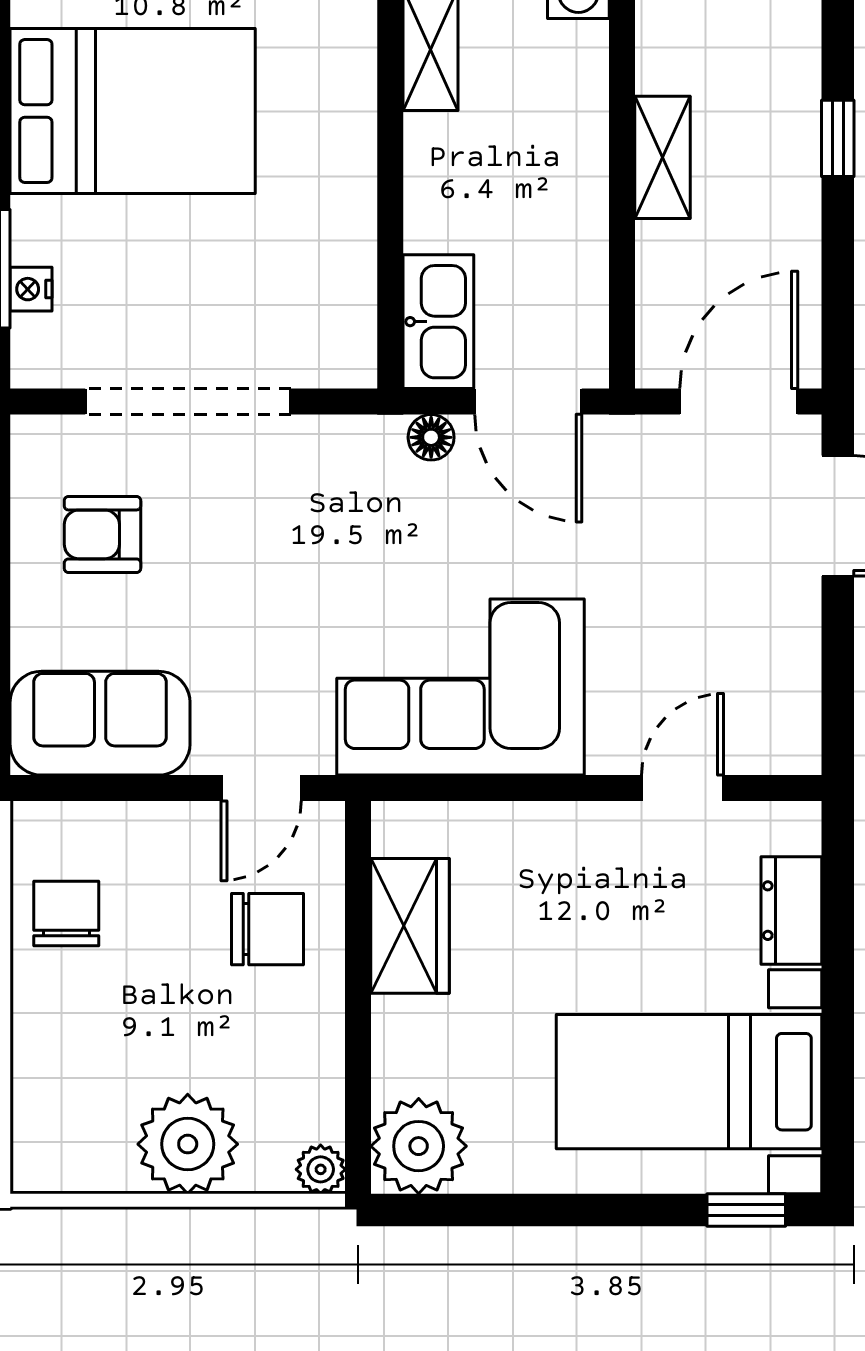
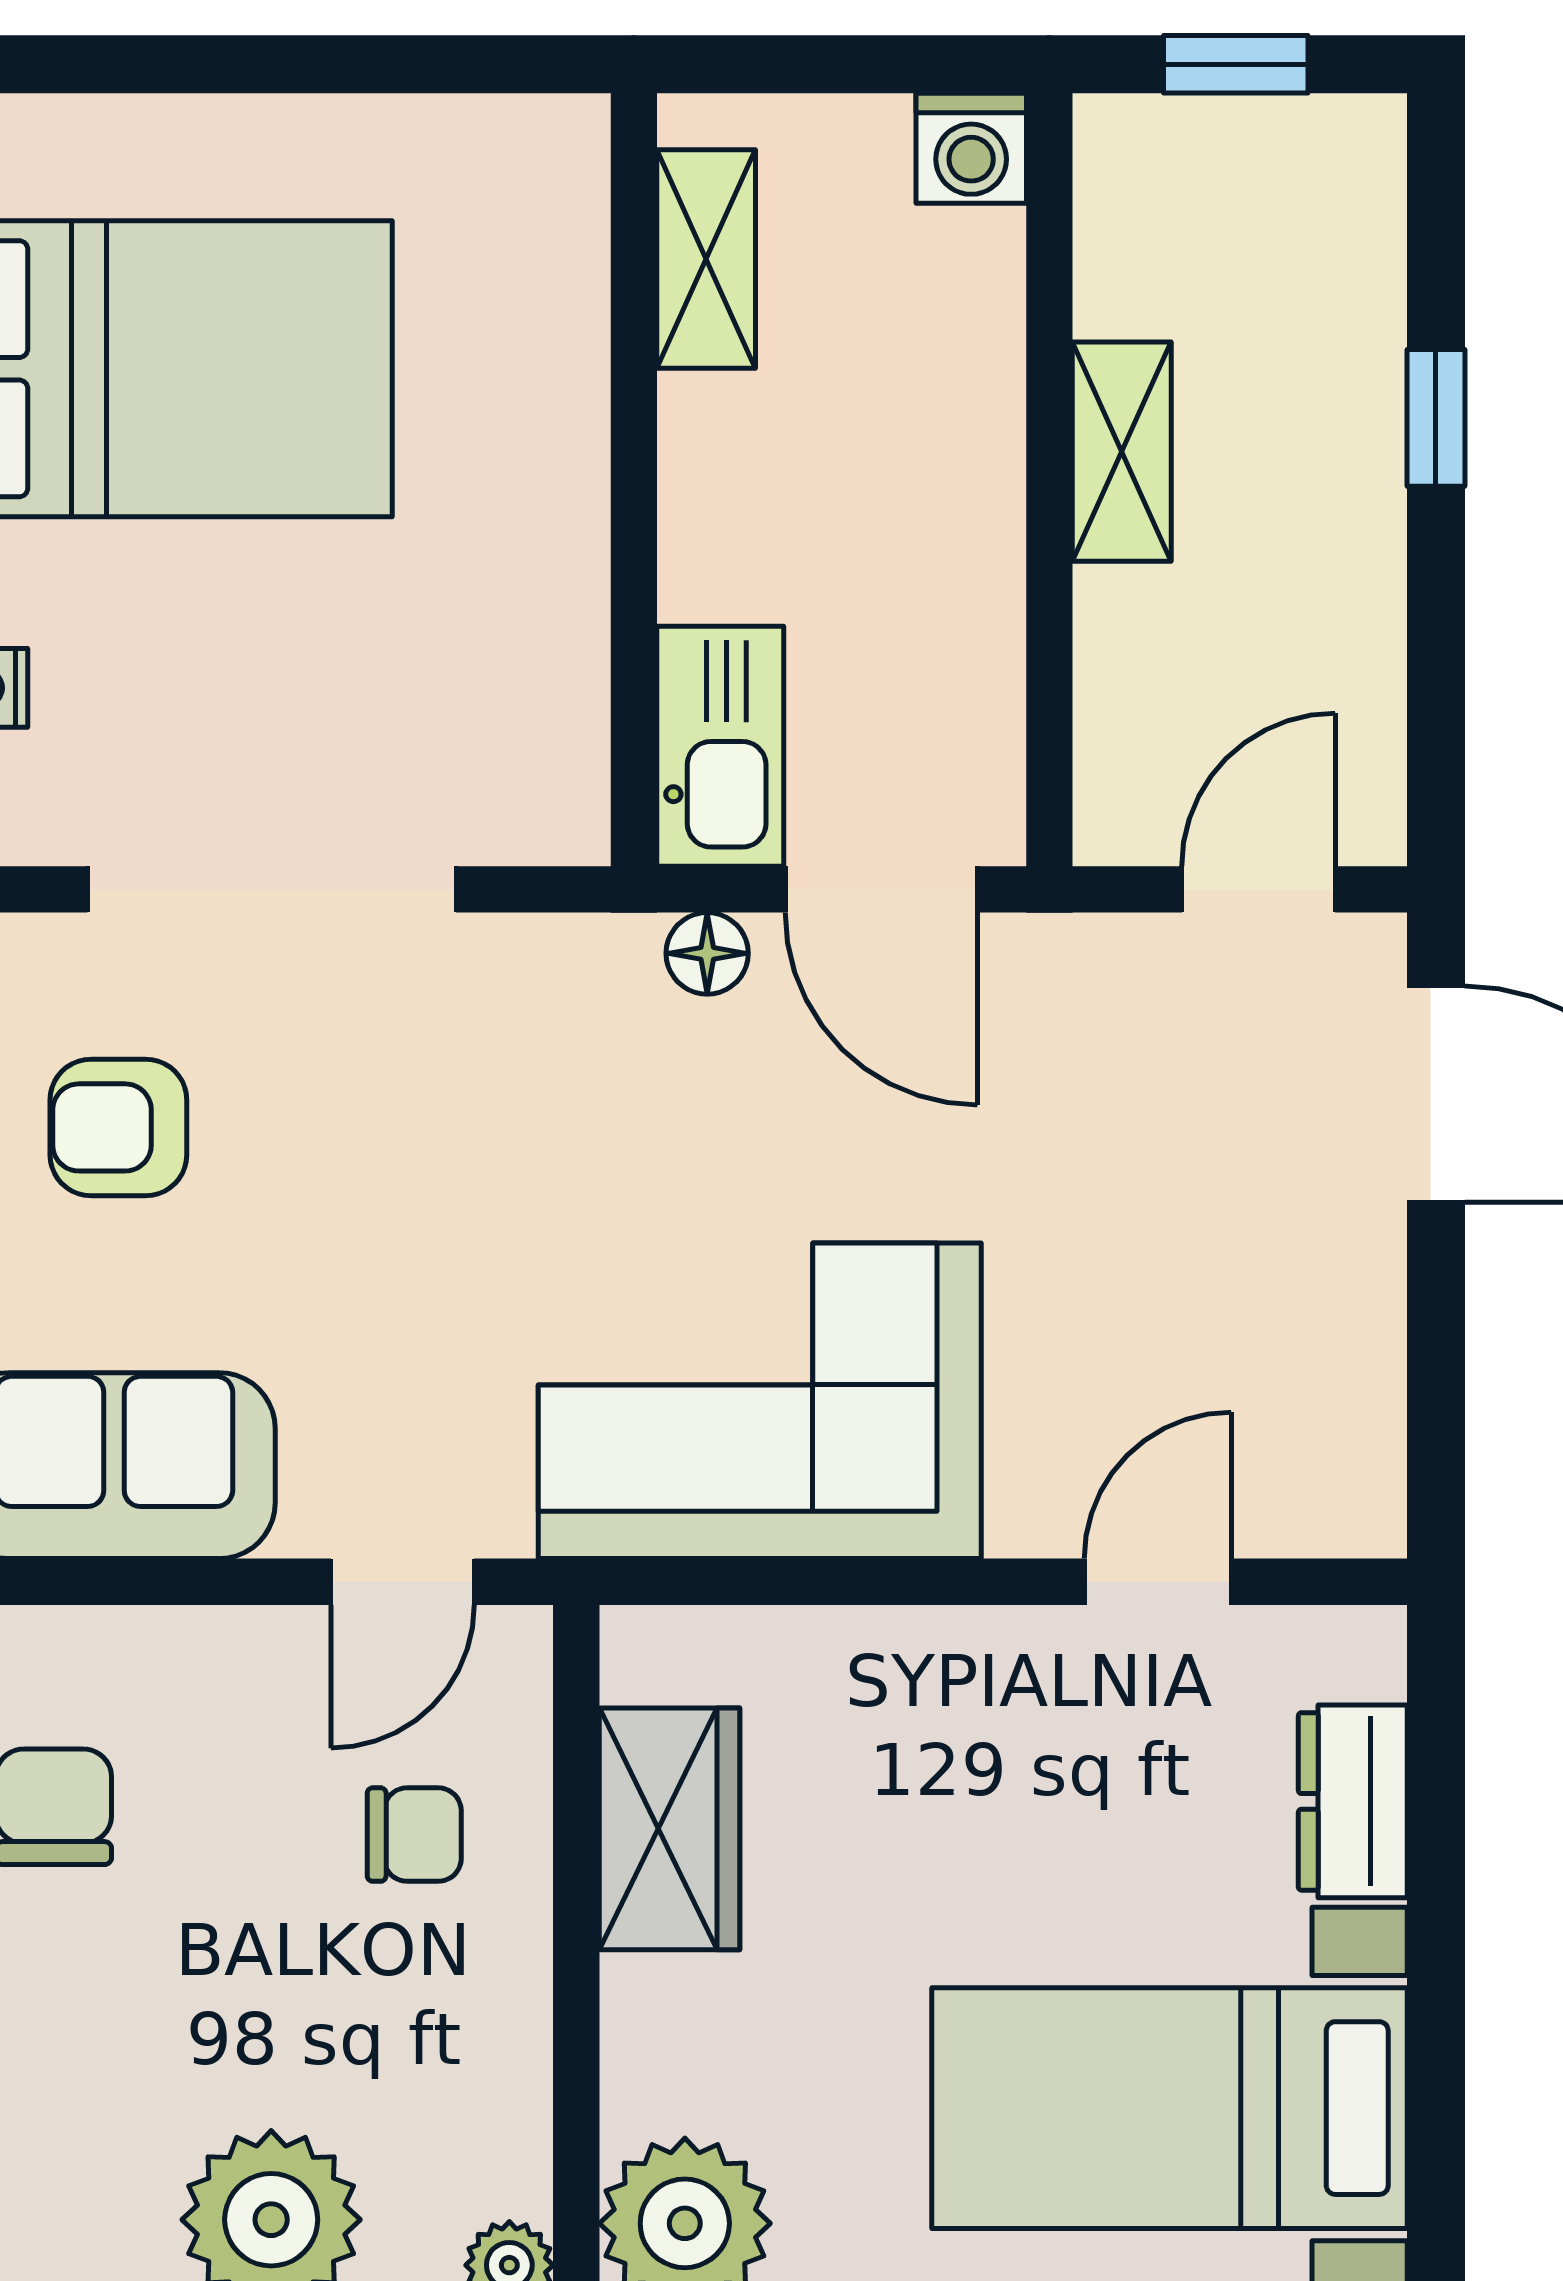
door: (739, 402) -> (1258, 889), width x0.73
chair: (268, 929) -> (414, 1835), width x0.73, depth x0.73

